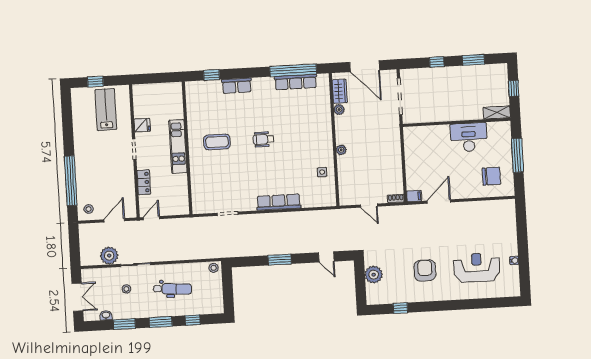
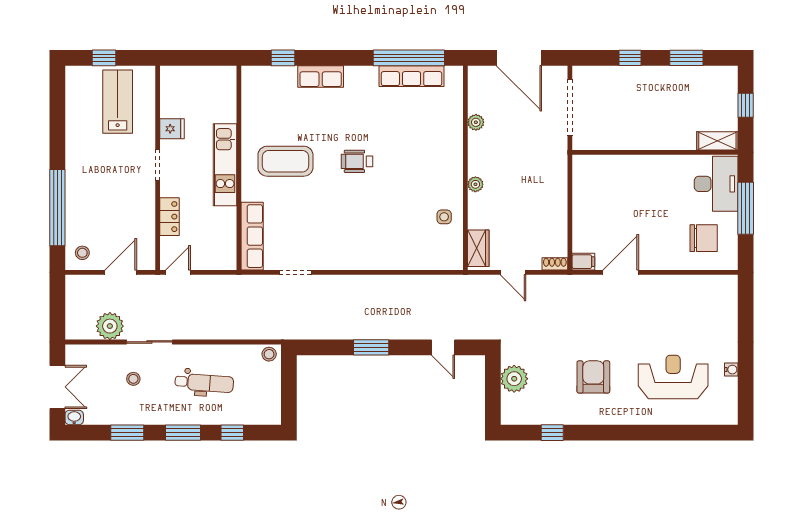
wardrobe: (340, 91) -> (478, 248), moved
desk: (469, 137) -> (716, 184), moved, turned 90
coffee table: (217, 142) -> (285, 161), width x1.36, depth x1.32
row of seats: (279, 202) -> (252, 236), moved, turned 90
washbasin: (106, 315) -> (74, 417), moved

